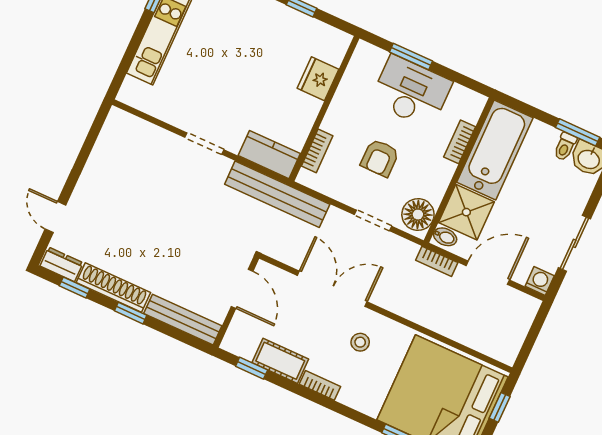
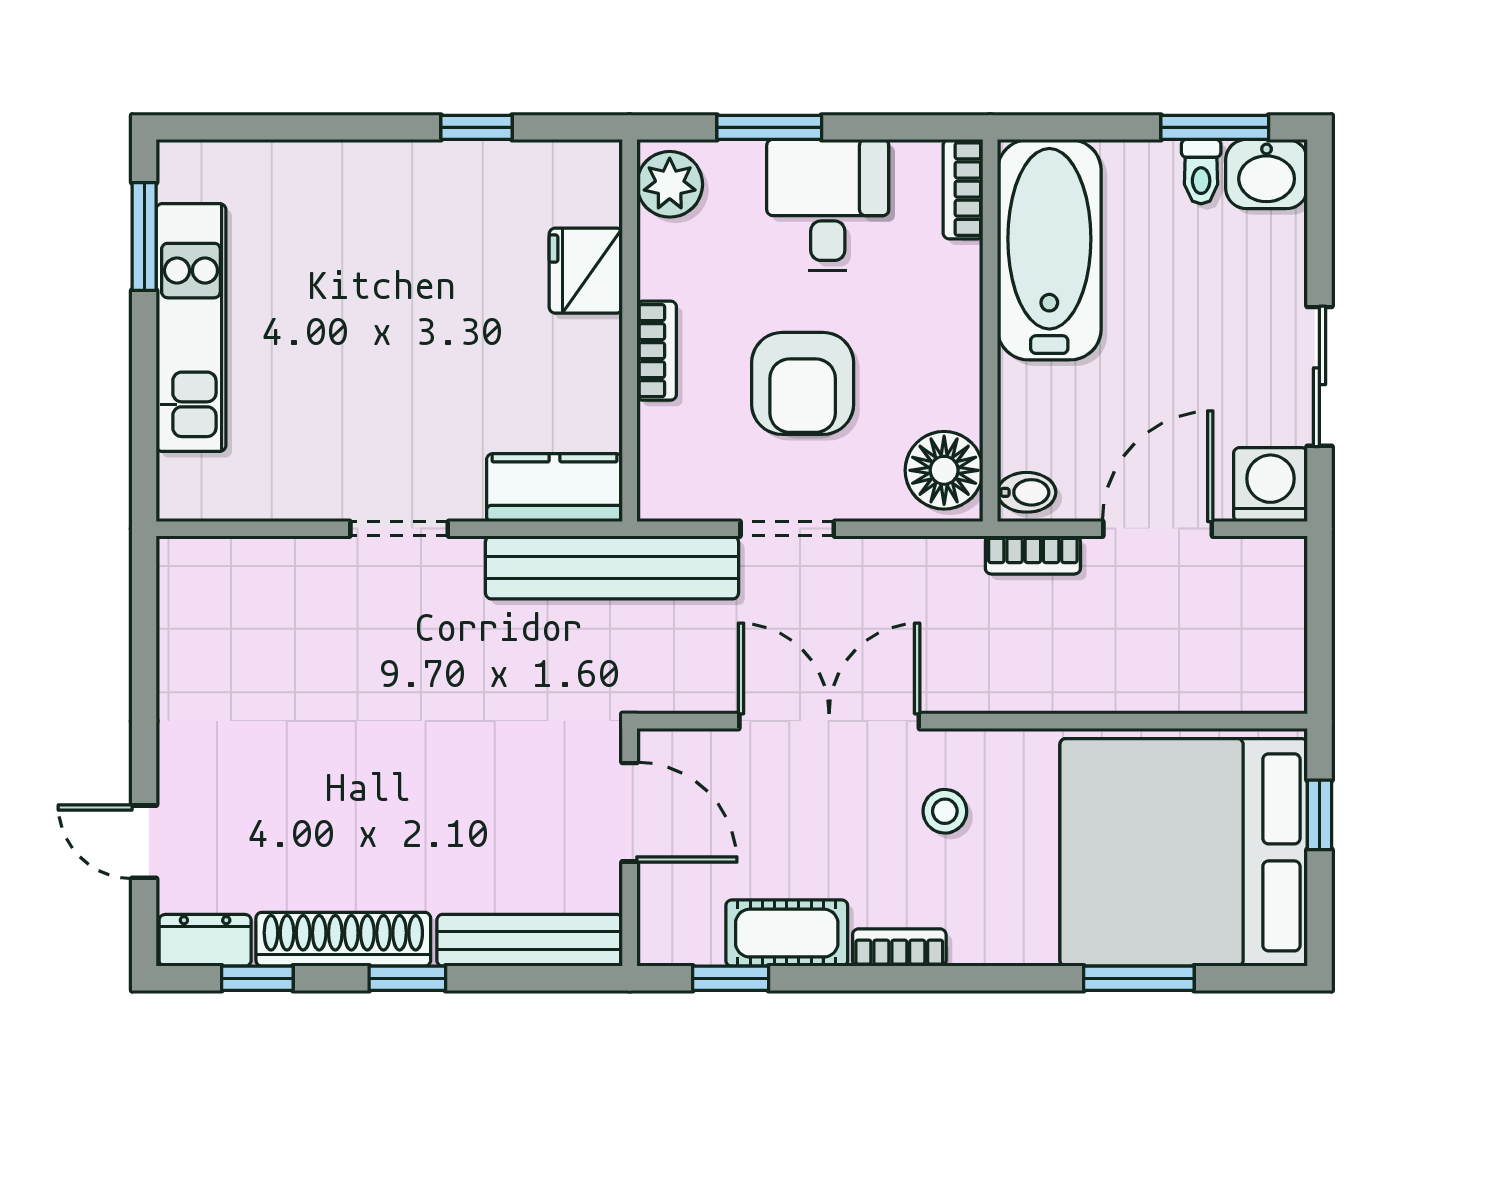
plant: (364, 61) -> (670, 184), added
desk: (411, 92) -> (828, 205), width x0.73
bookcase: (460, 142) -> (963, 189), moved
bookcase: (317, 151) -> (657, 351), moved
armchair: (380, 158) -> (803, 383), width x1.38, depth x1.38
shower: (466, 212) -> (1049, 416), removed
doorway: (373, 220) -> (787, 529), moved
washing machine: (540, 281) -> (1270, 485), width x1.38, depth x1.38

